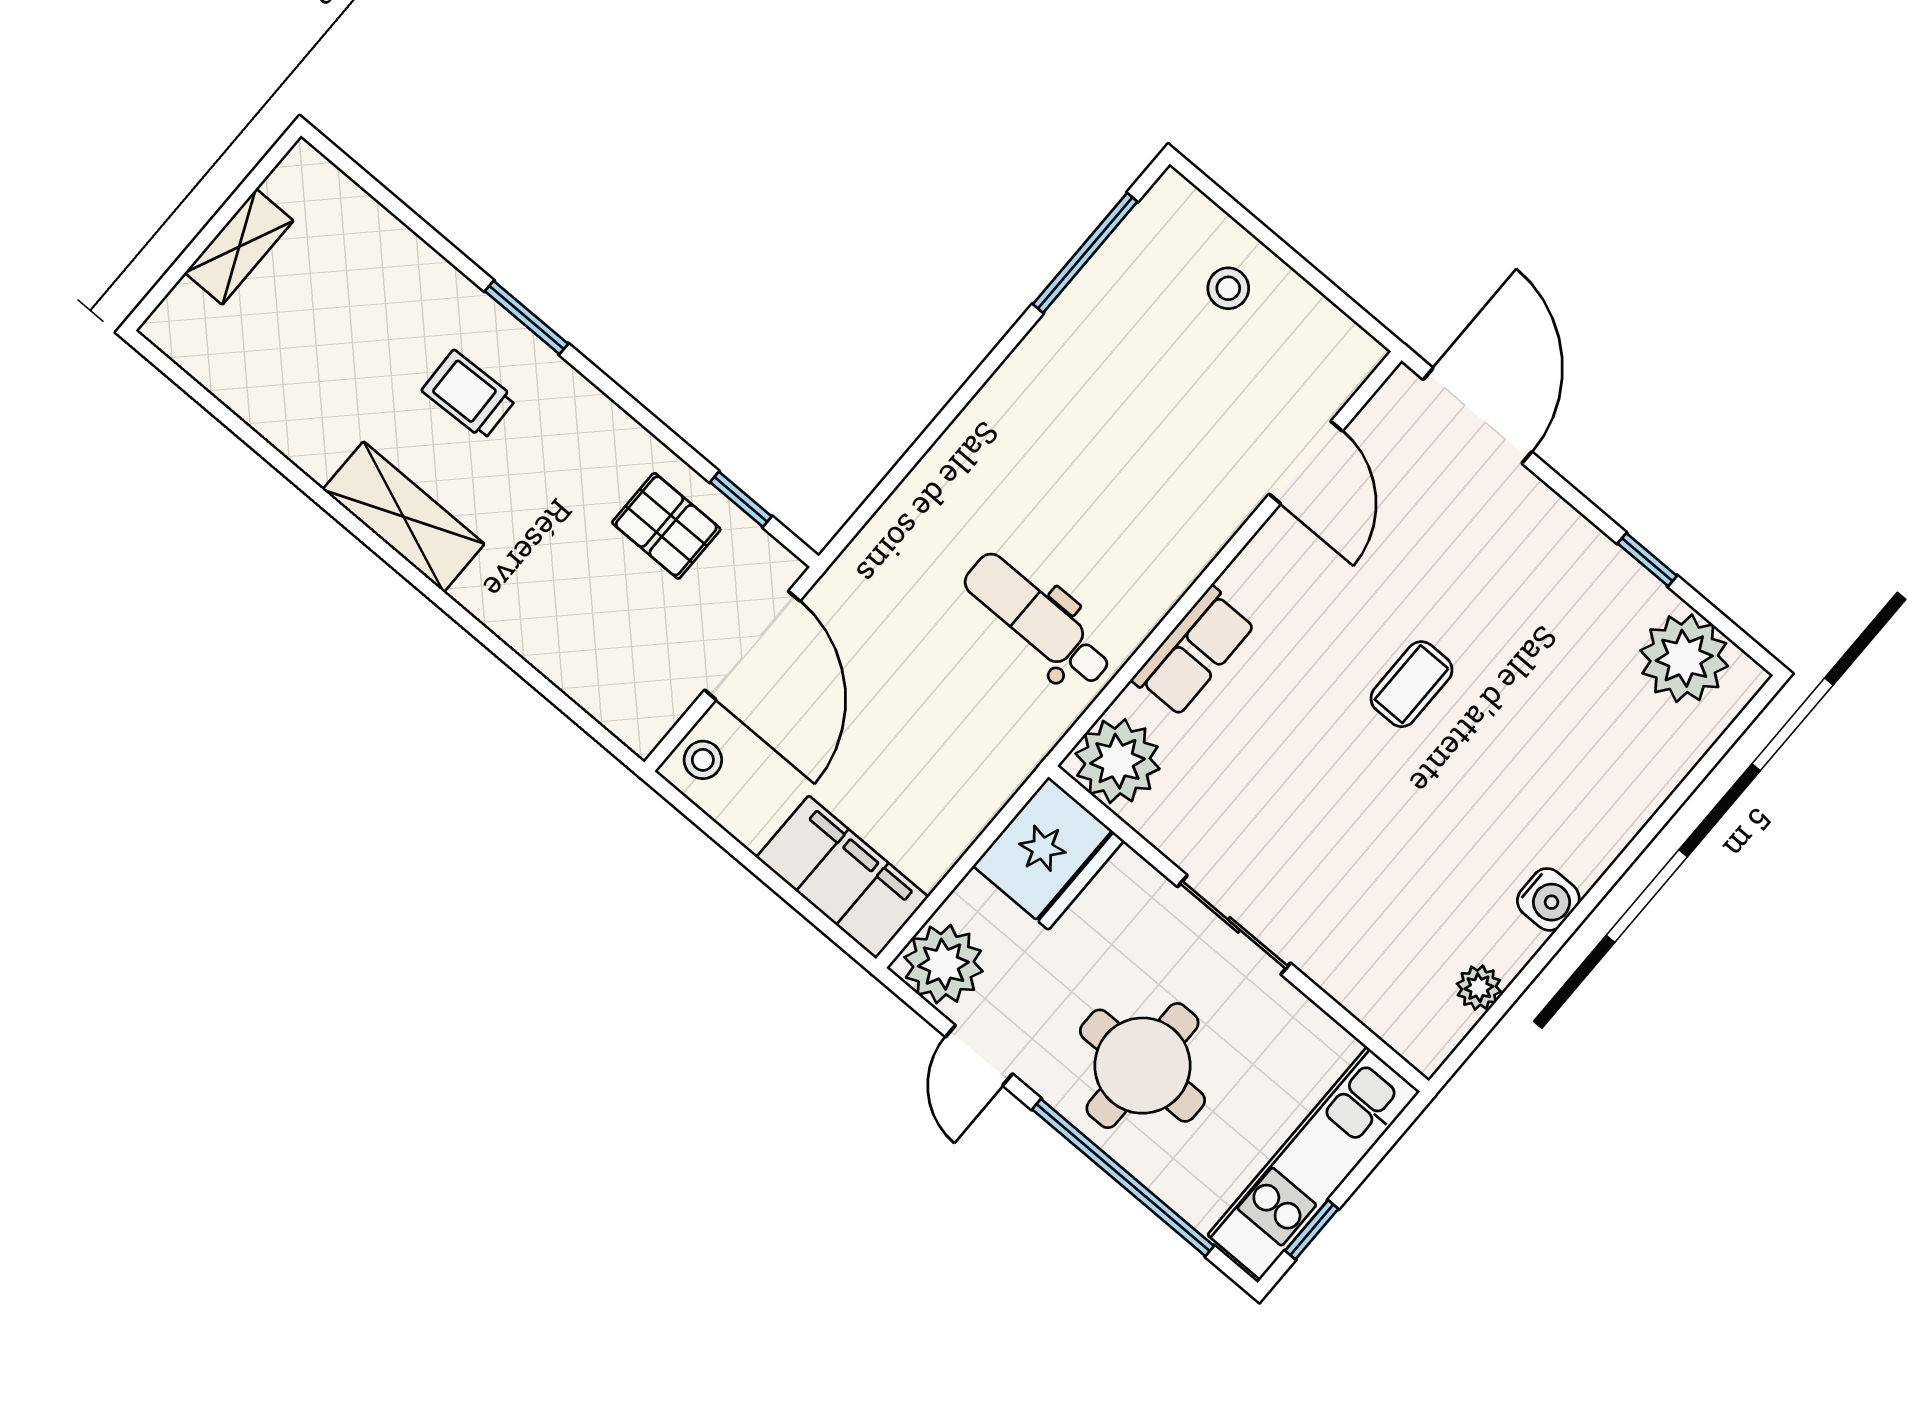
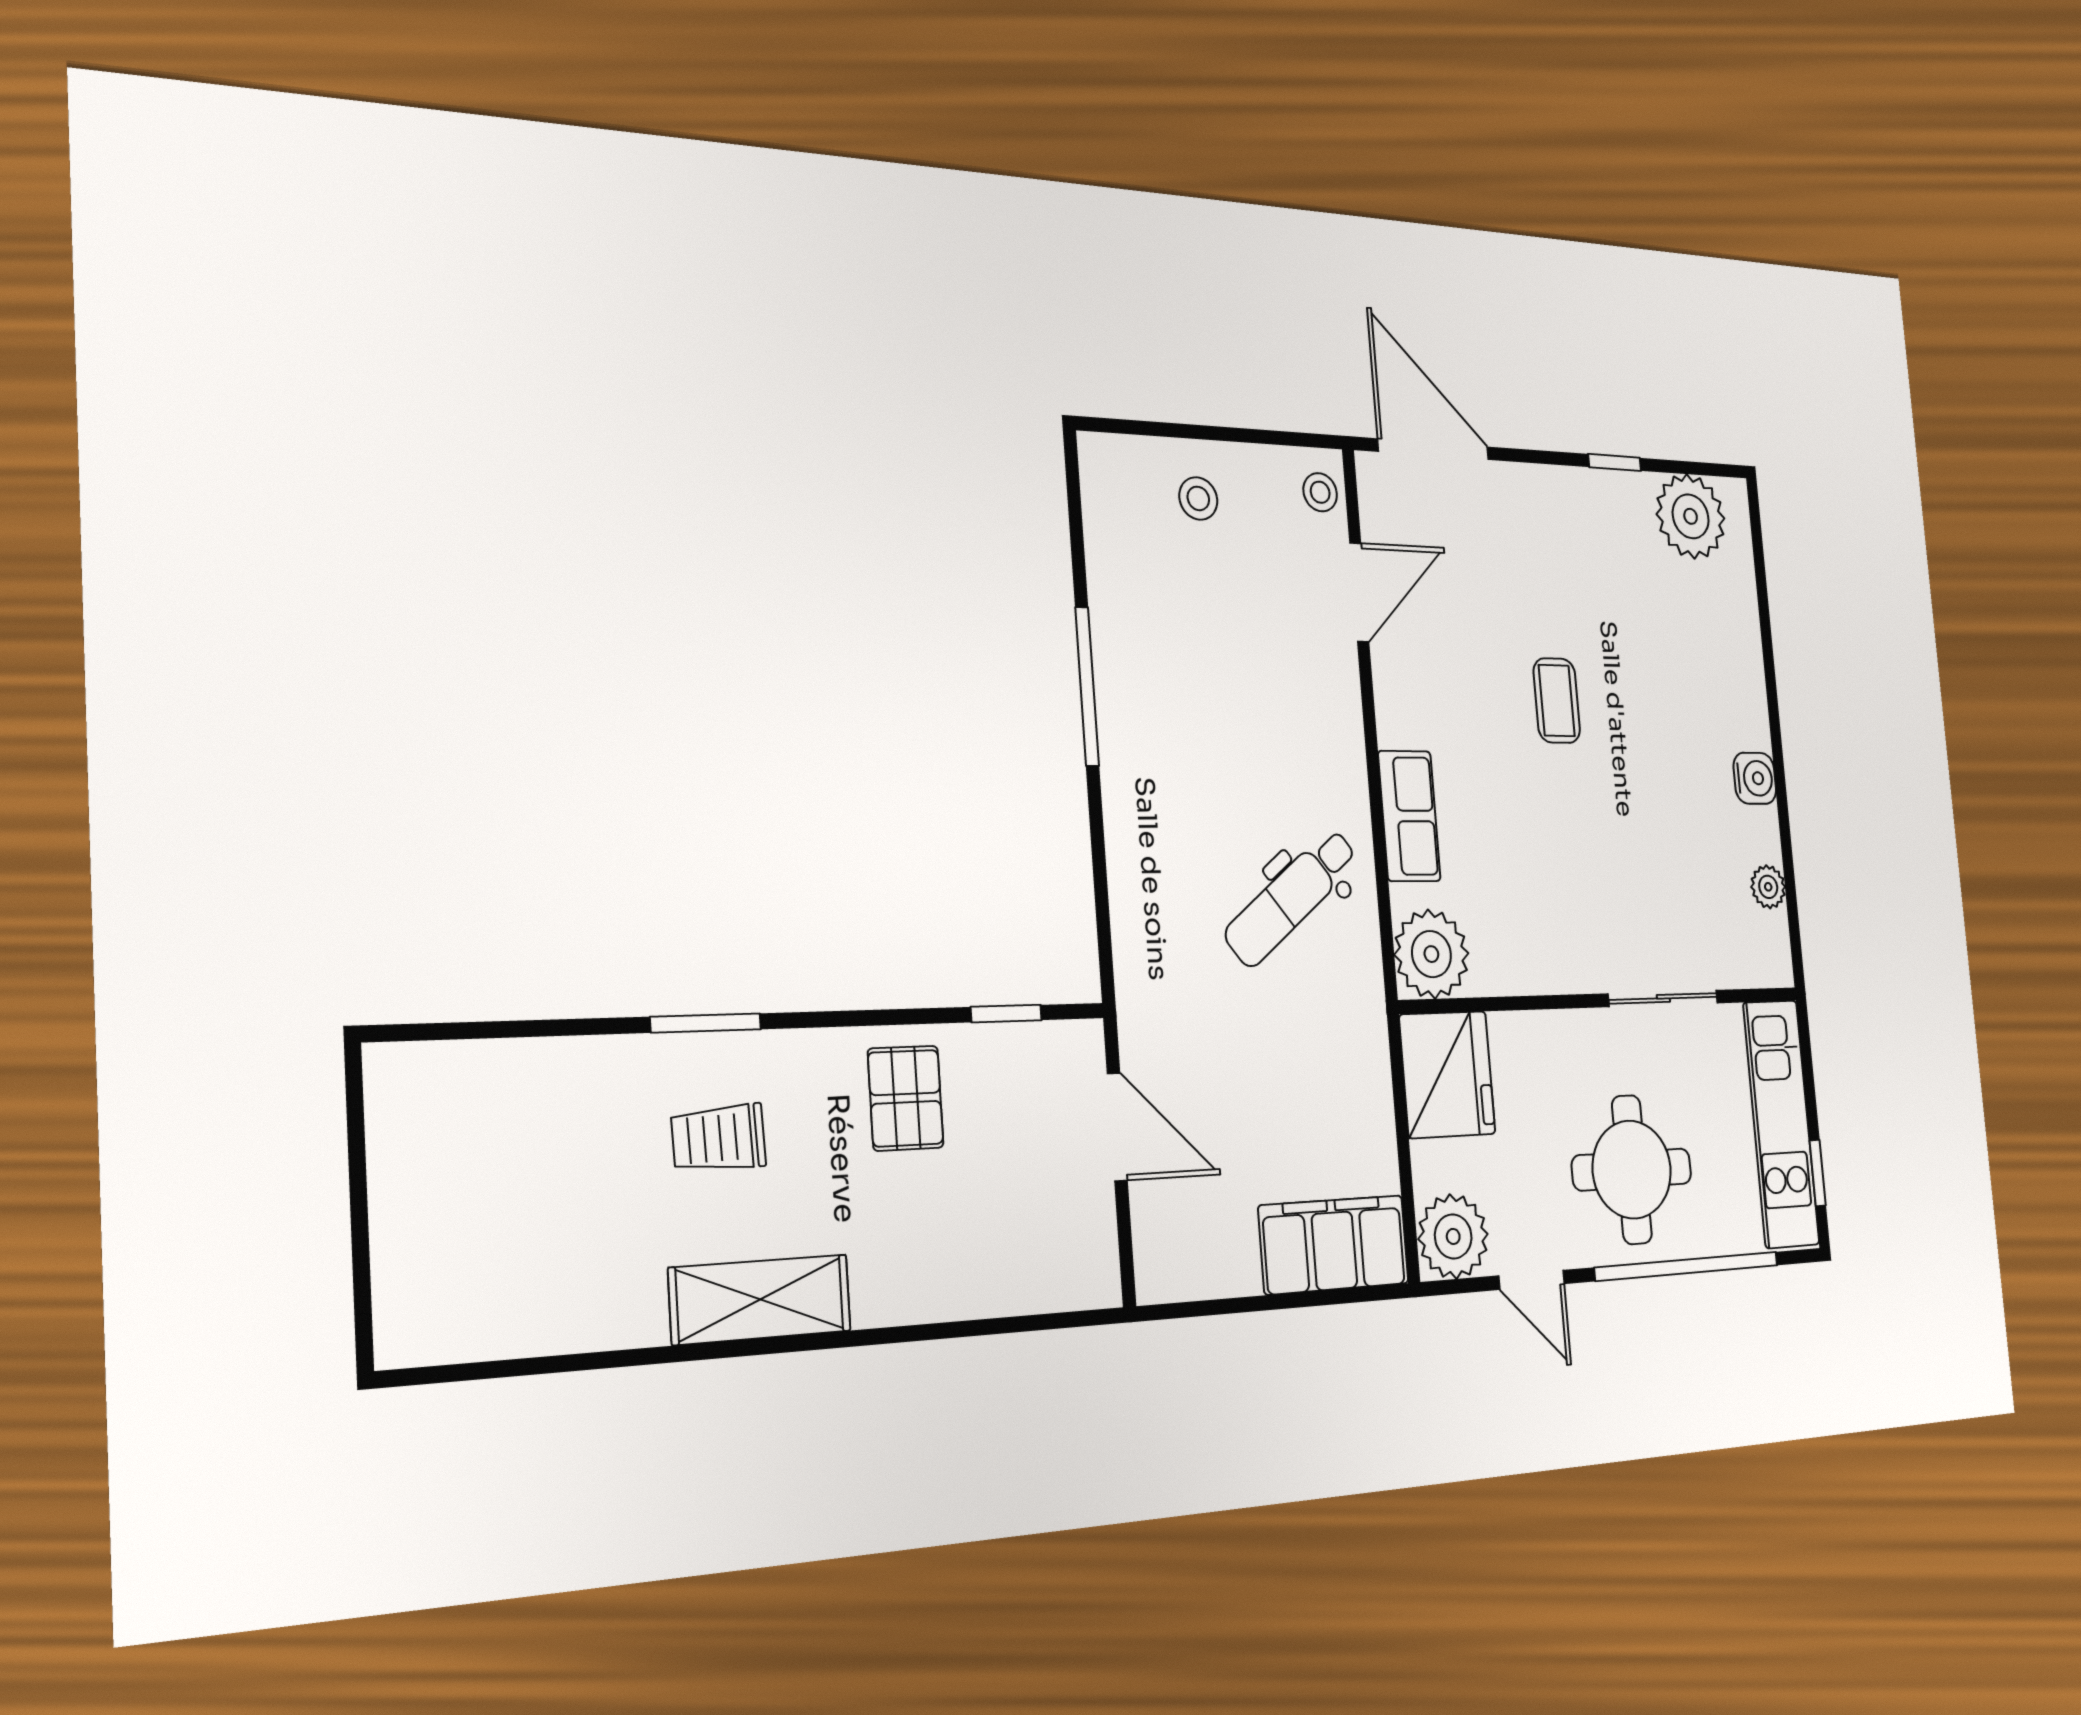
shelving: (239, 247) -> (399, 1200), removed
window: (1085, 253) -> (1087, 686), moved
door: (1306, 463) -> (1359, 592), hinge flipped
pallet: (666, 526) -> (906, 1098), moved, turned 90
dental chair: (1038, 620) -> (1291, 897), turned -38
door: (752, 646) -> (1117, 1127), width x0.73
stool: (703, 760) -> (1320, 492), moved
sliding door: (1234, 925) -> (1663, 998), moved

